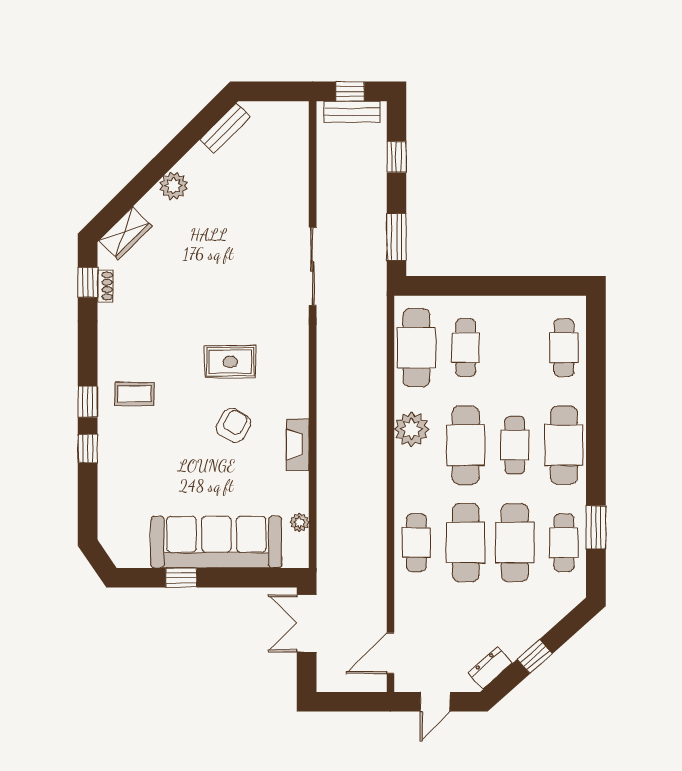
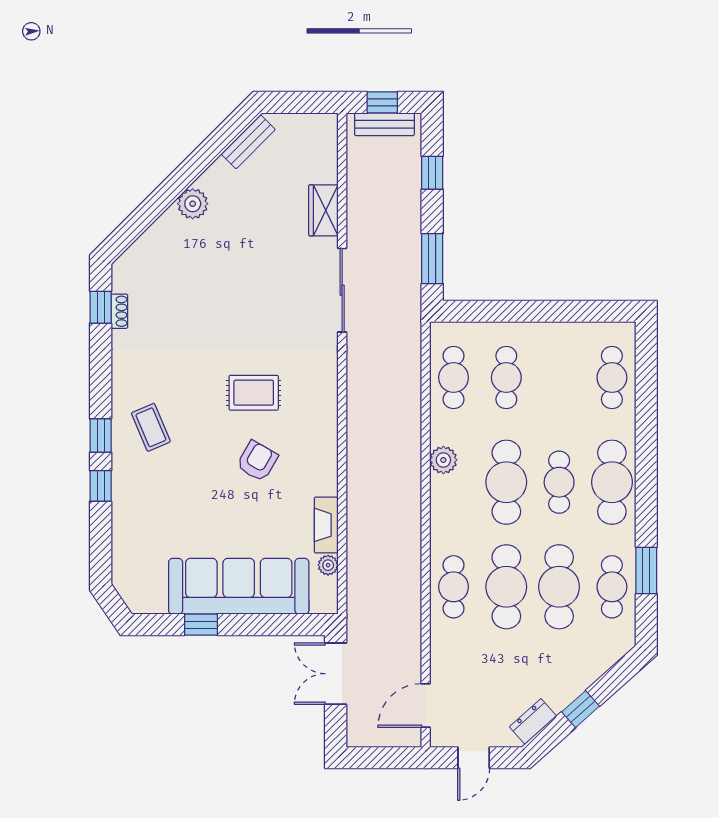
wardrobe: (125, 233) -> (323, 210), moved, turned 135
cafe table: (416, 348) -> (454, 378), width x0.73, depth x0.74
coffee table: (135, 394) -> (151, 427), turned 67
plant: (412, 429) -> (443, 460), width x0.73, depth x0.73
fireplace: (298, 445) -> (326, 525), moved

